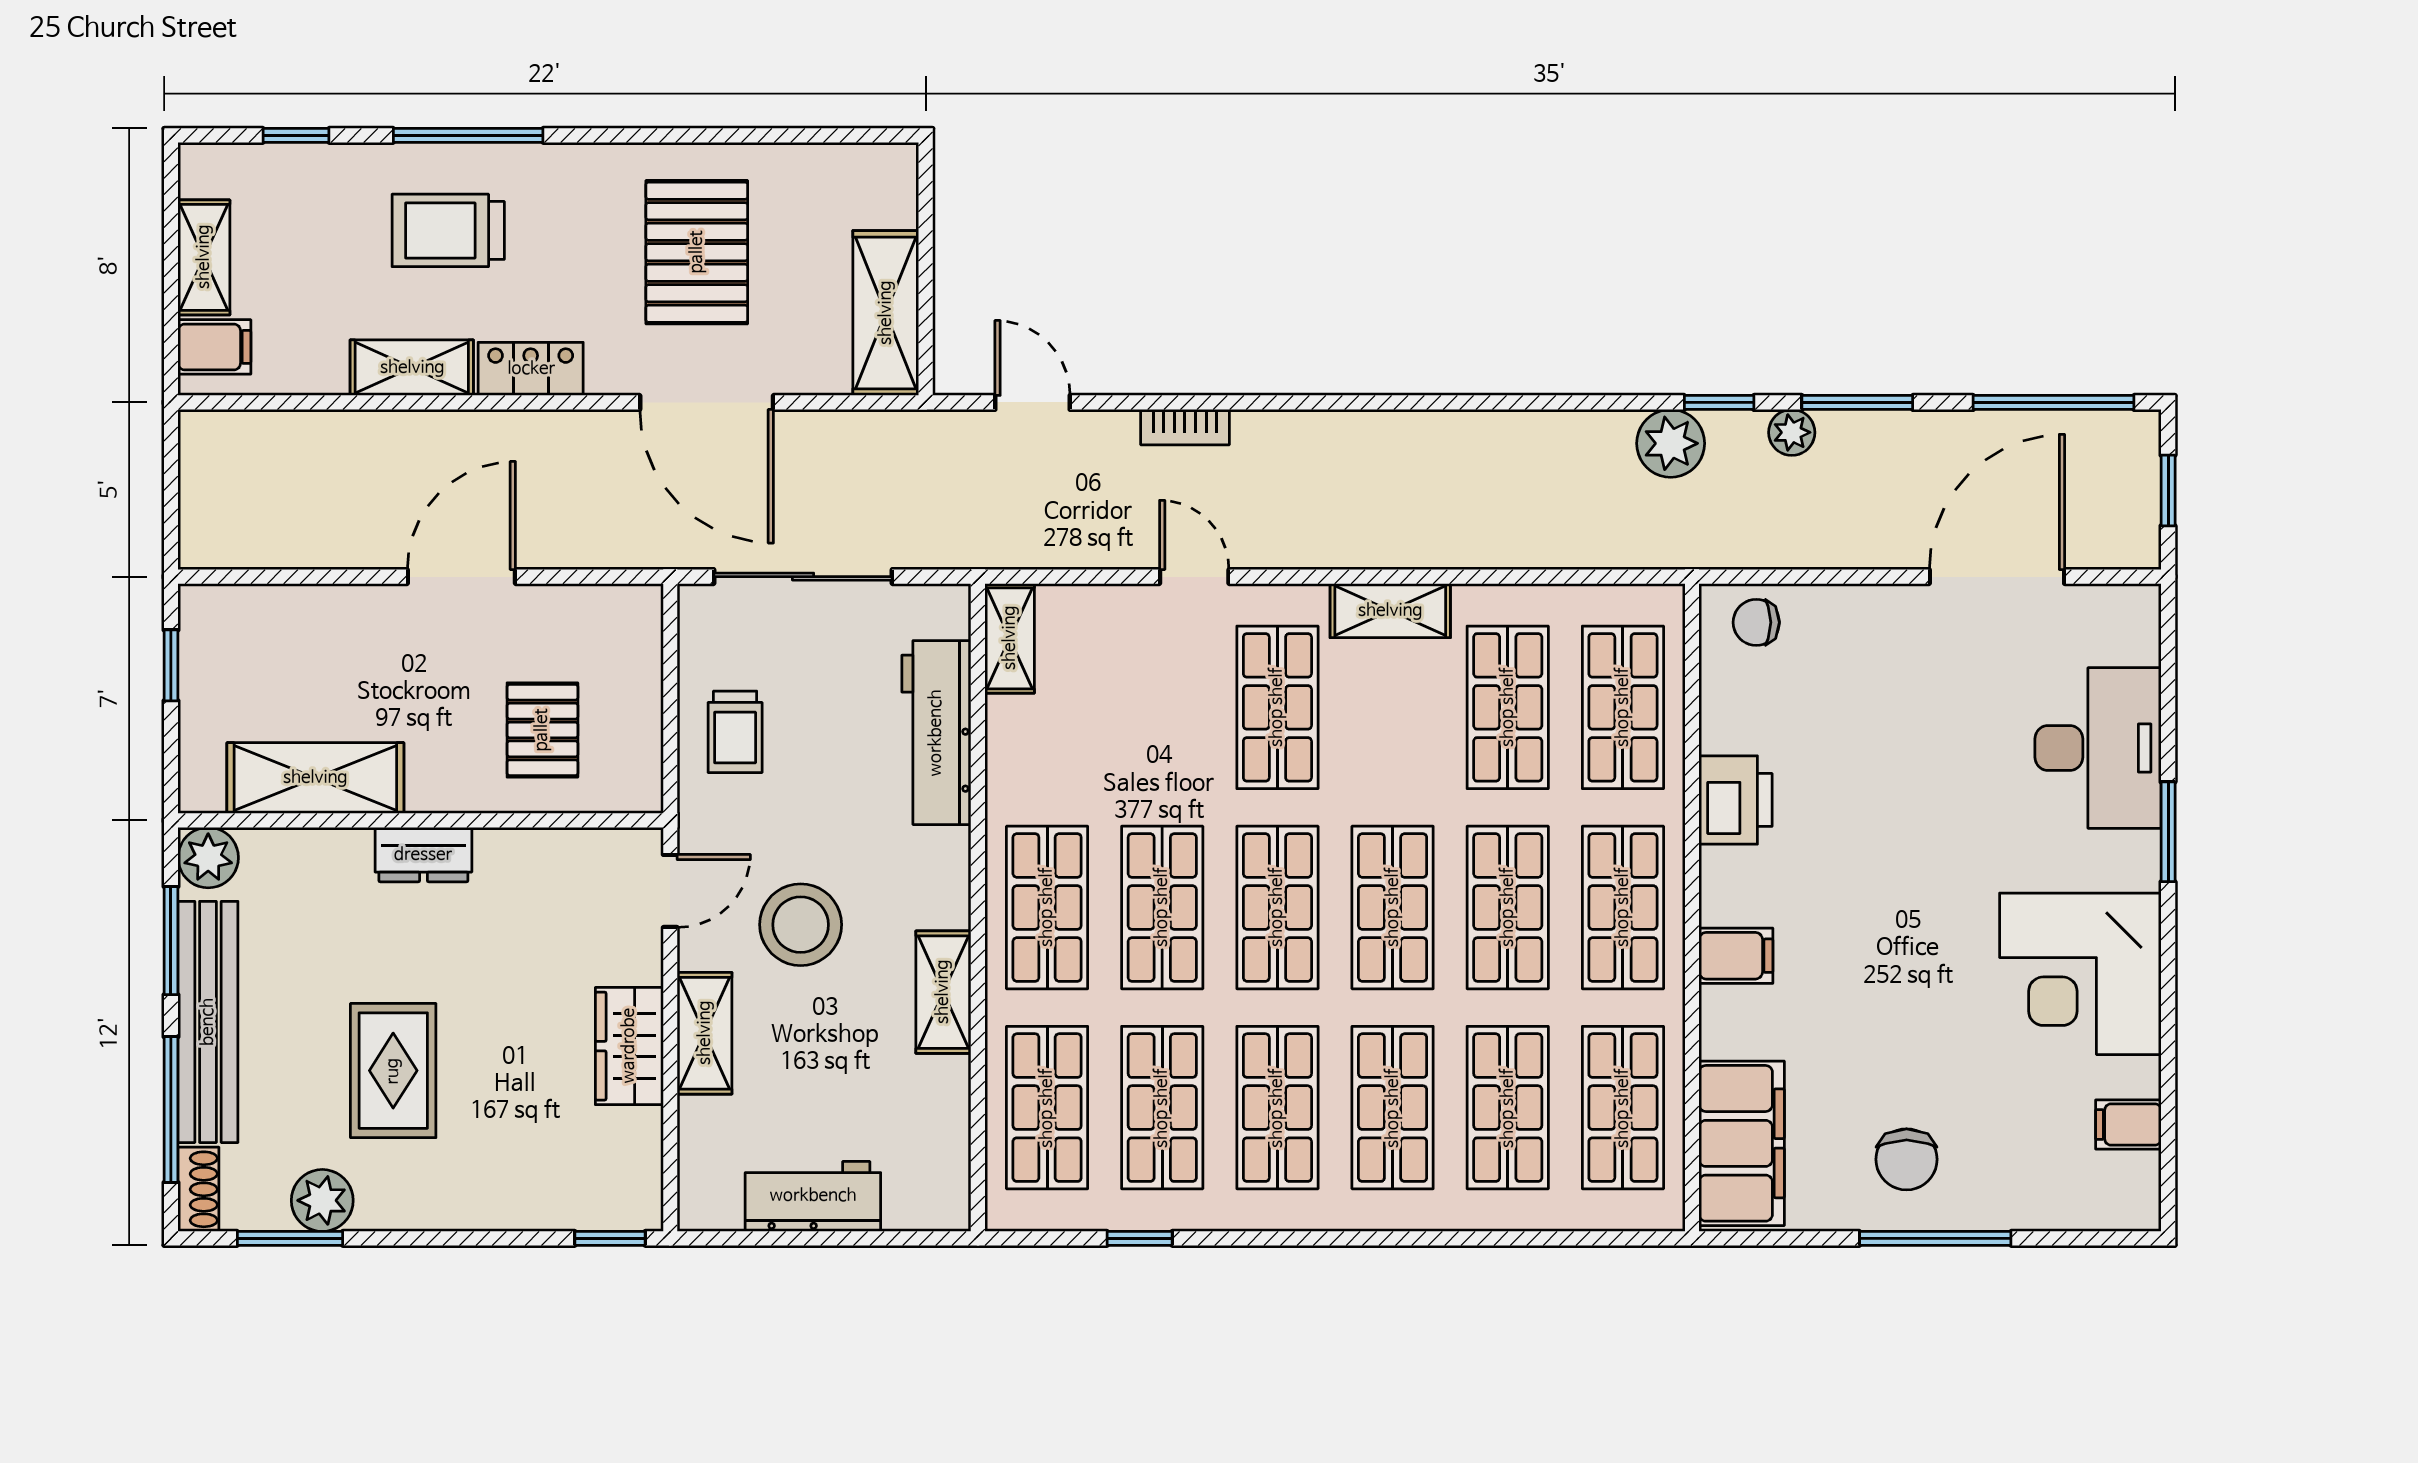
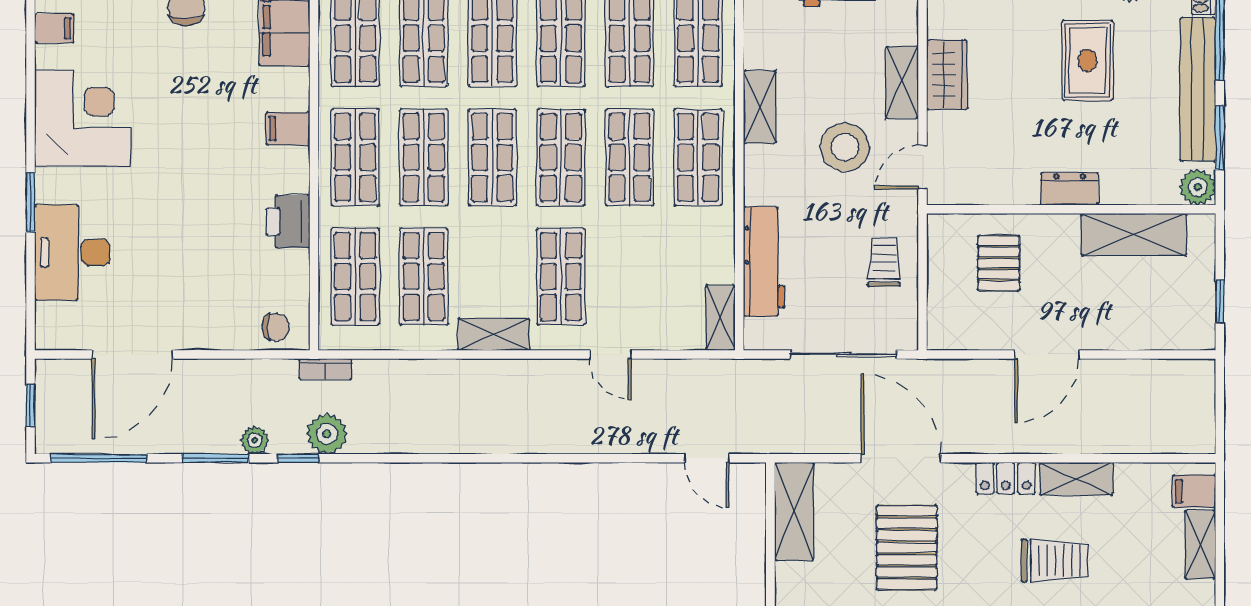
bookcase: (1185, 427) -> (326, 369), moved, turned 180

